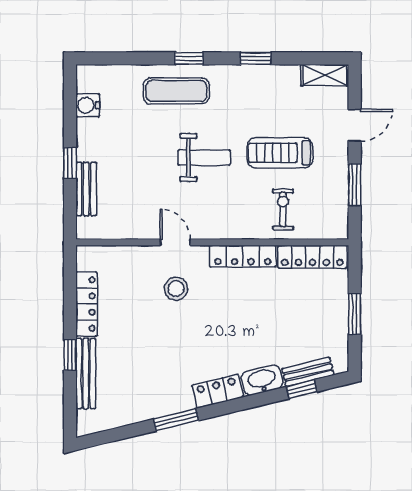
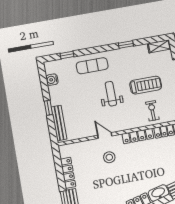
window: (189, 58) -> (67, 55), moved
treadmill: (280, 153) -> (146, 85), turned 180
weight bench: (204, 157) -> (111, 94), turned -90
bench: (86, 189) -> (59, 123), width x1.36

